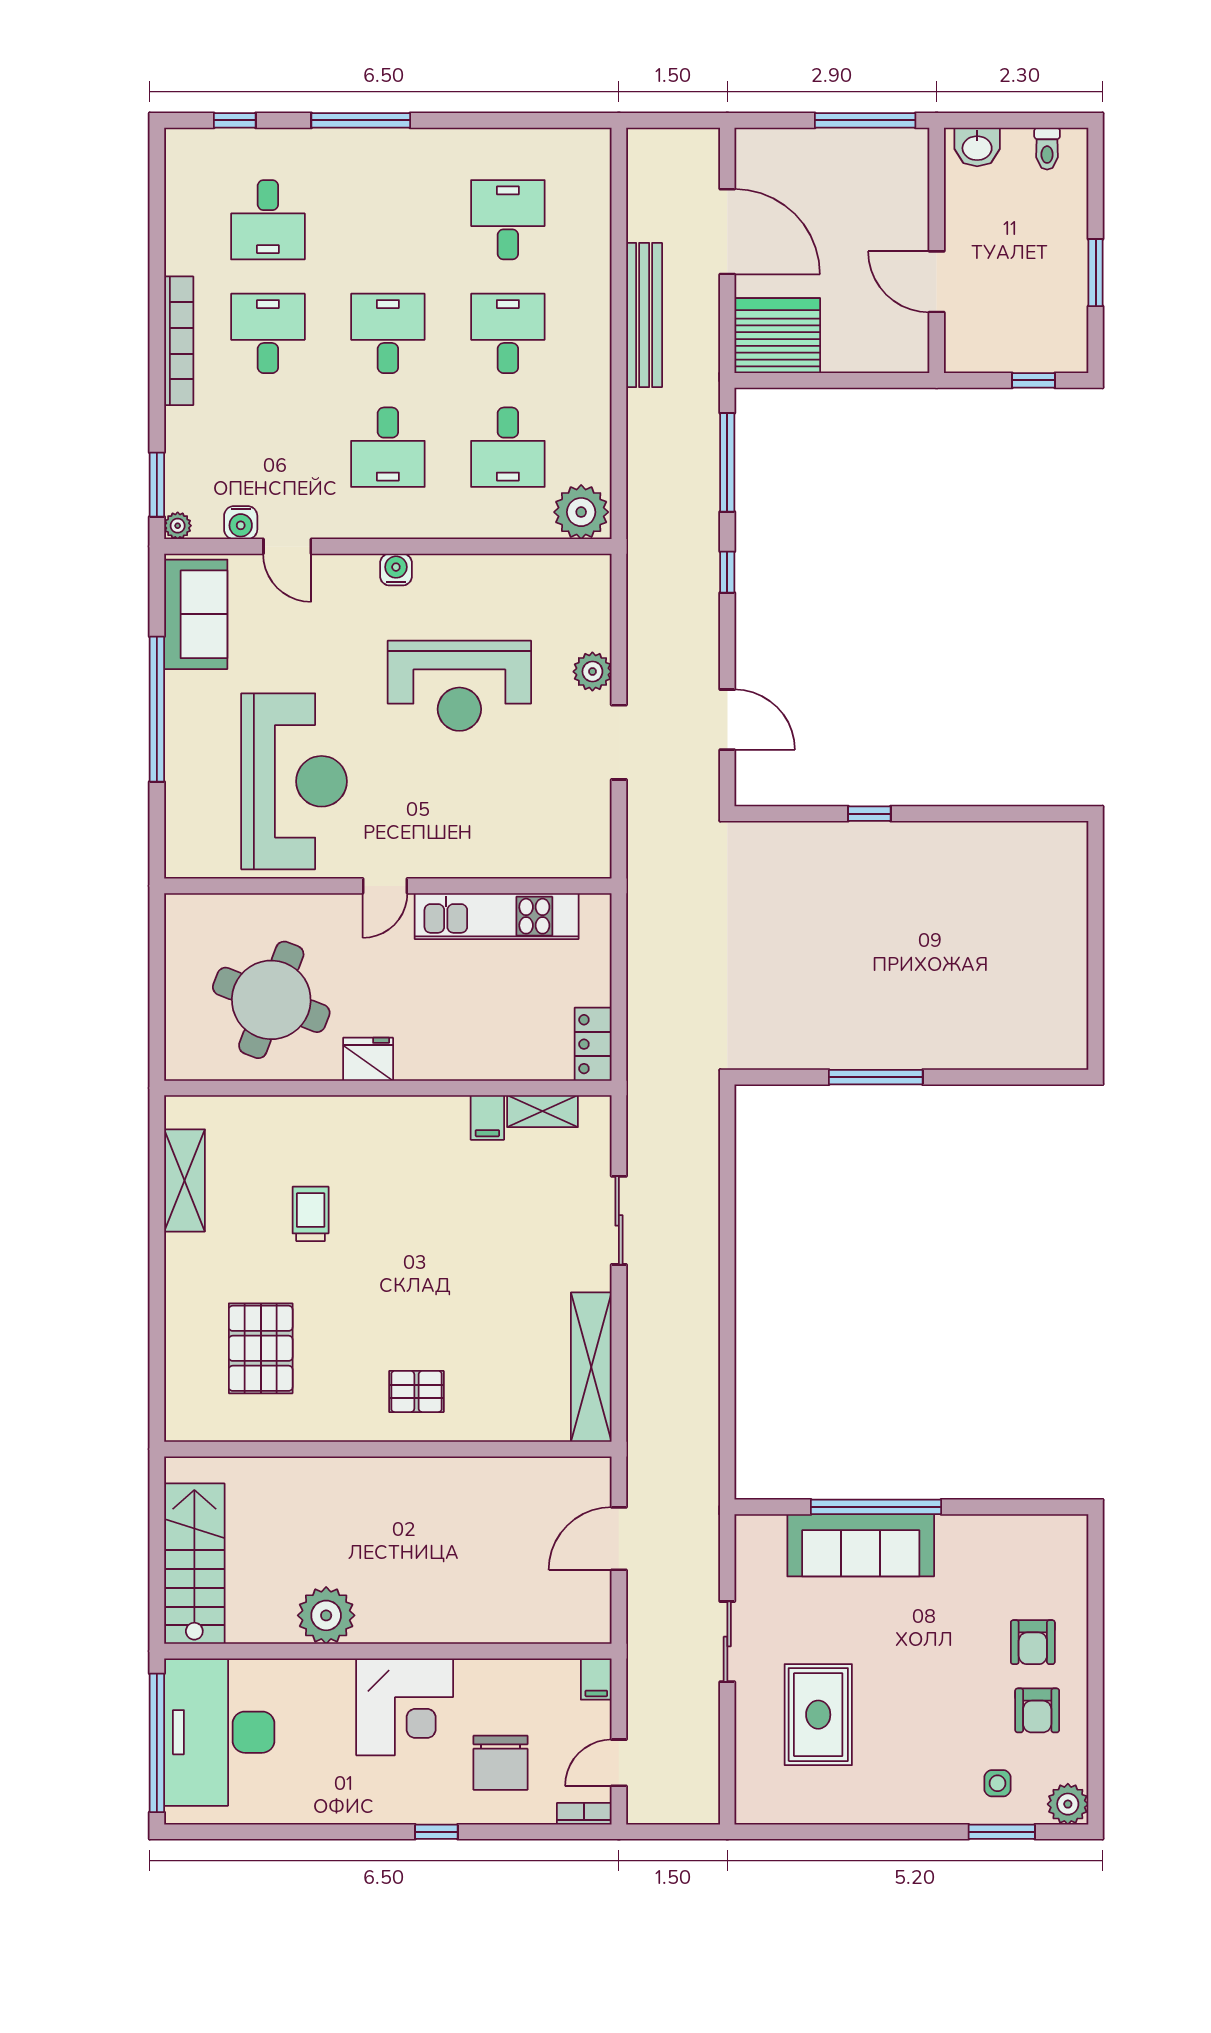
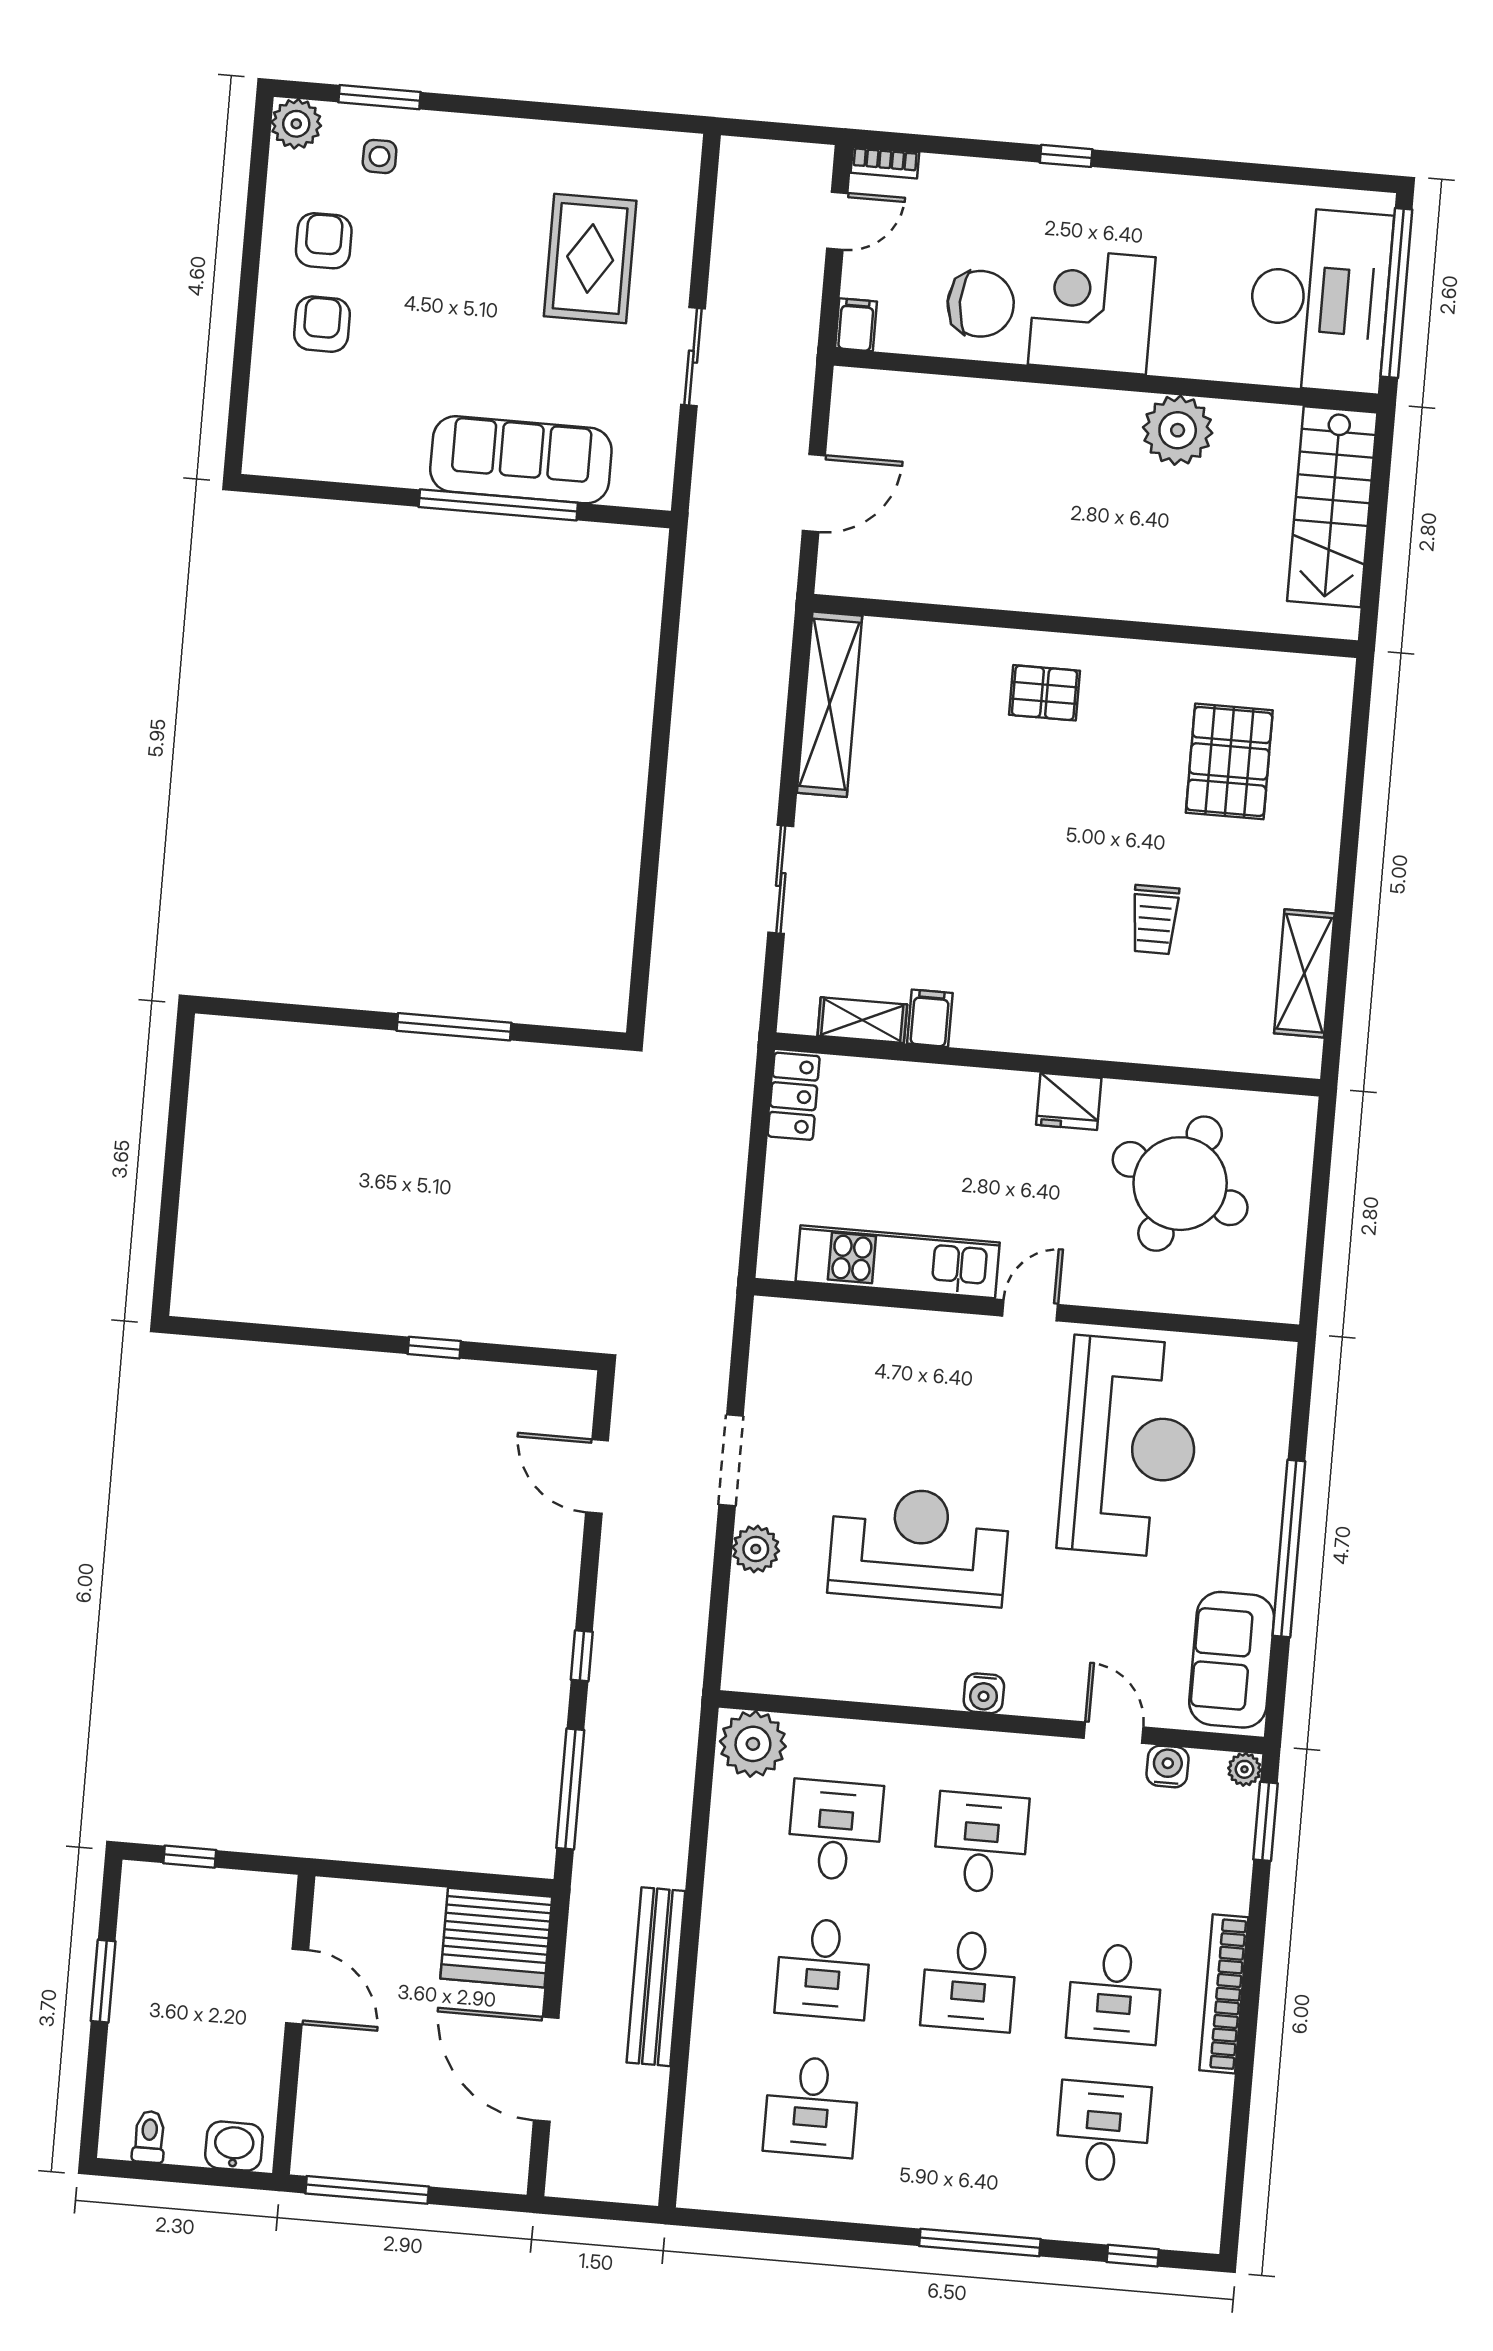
reception desk: (294, 781) -> (1130, 1447), turned 180
chair: (501, 1763) -> (981, 304), moved, turned 90

